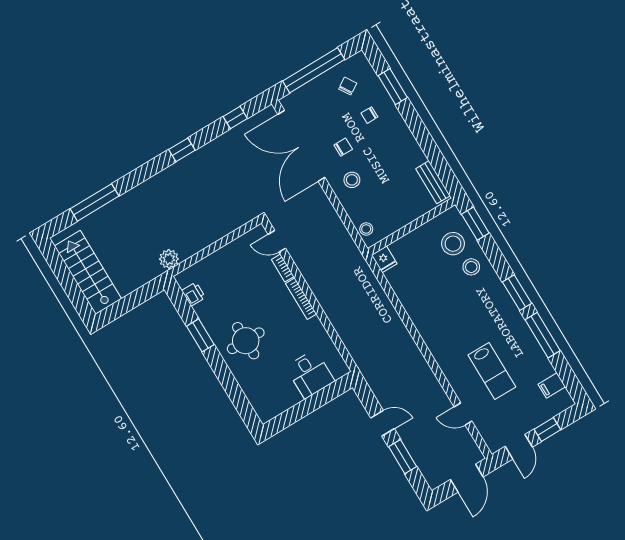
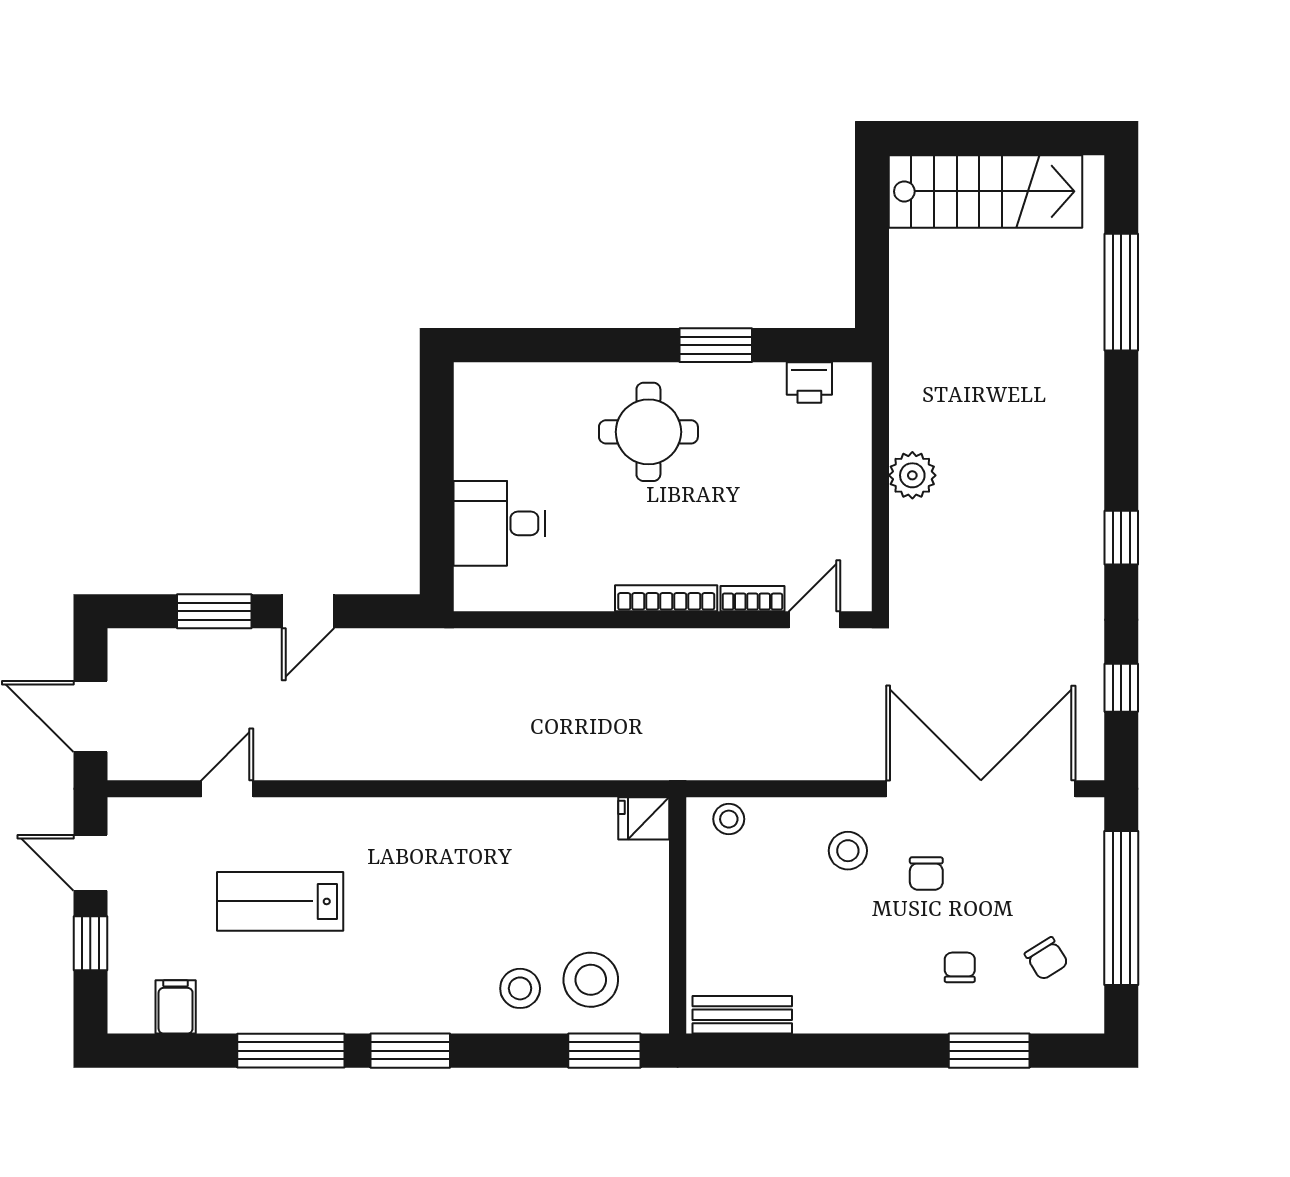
plant: (169, 259) -> (912, 475), moved

